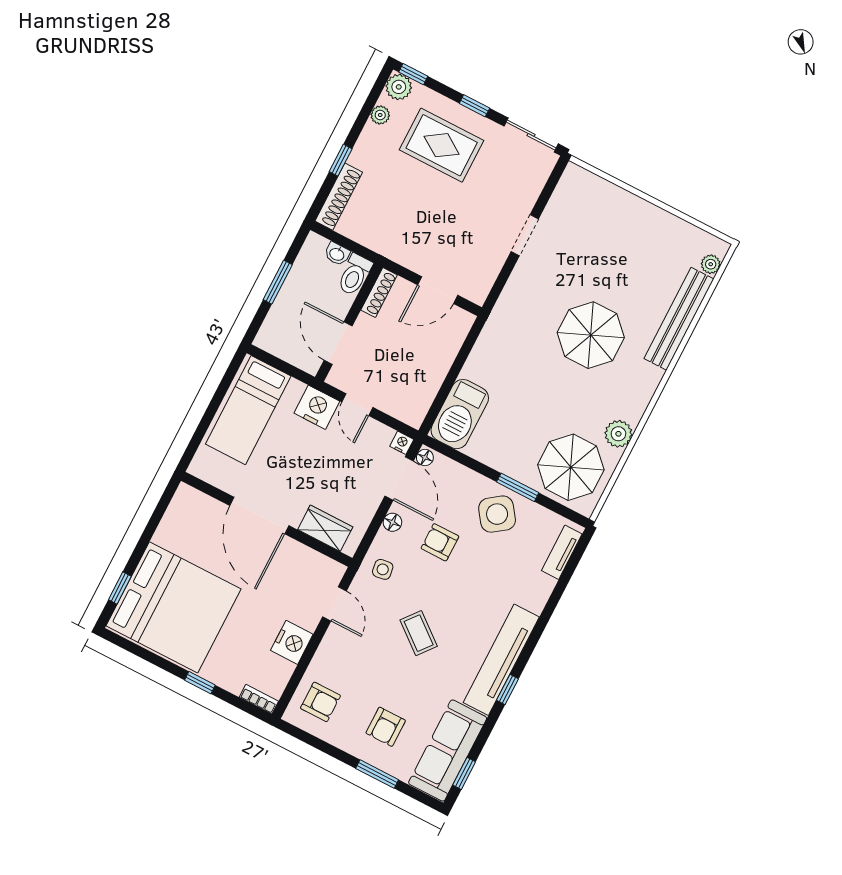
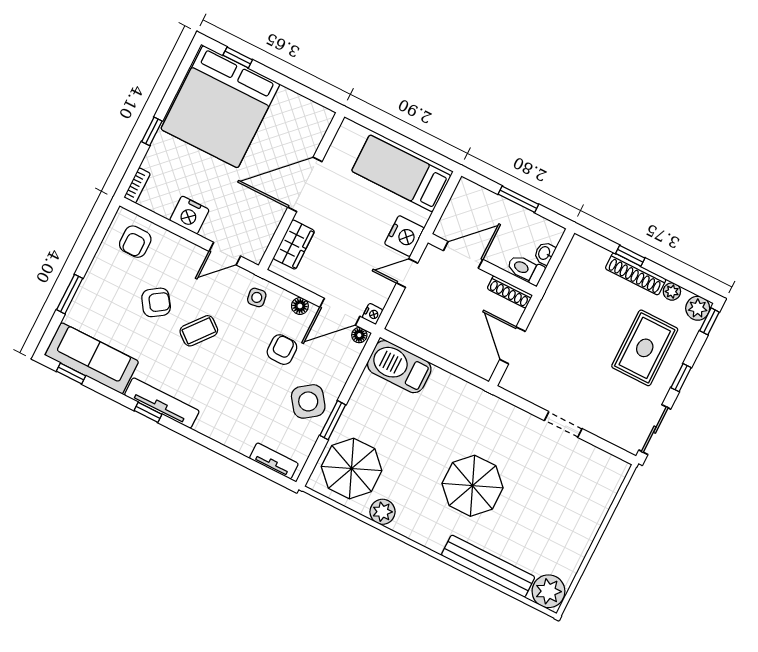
shoe rack: (339, 197) -> (636, 274), moved
plant: (711, 264) -> (548, 591), width x1.88, depth x1.88
tv unit: (501, 660) -> (162, 403), width x0.73, depth x0.78
armchair: (386, 727) -> (156, 302), moved, turned 146

